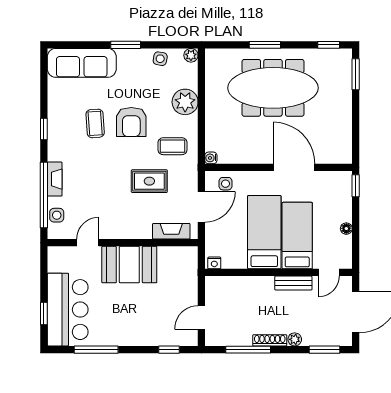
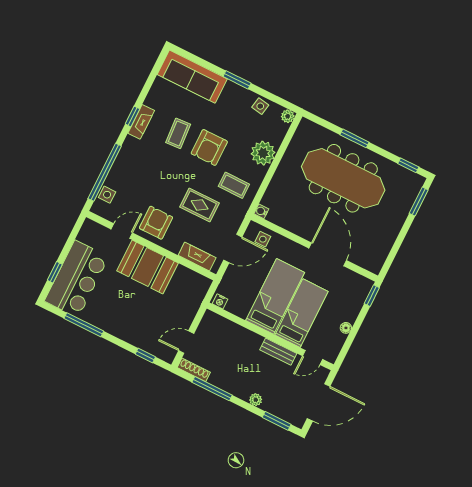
fireplace: (55, 179) -> (141, 122), moved
armchair: (116, 219) -> (156, 223), added
shoe rack: (270, 340) -> (194, 370), moved

